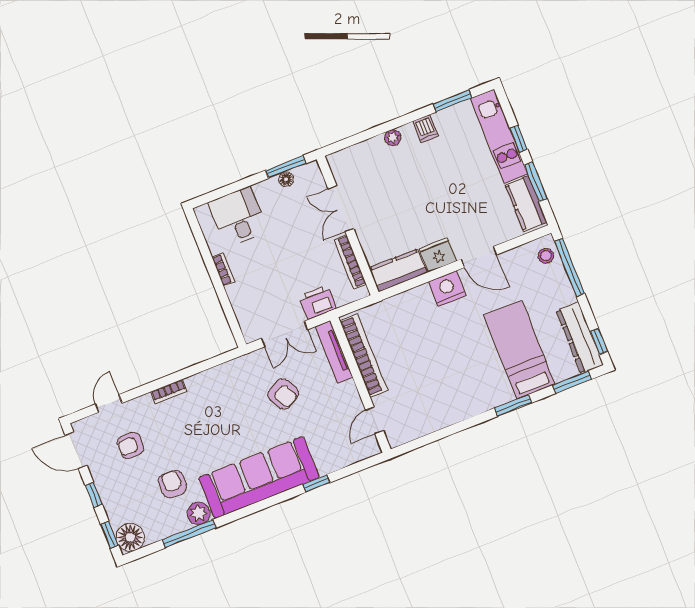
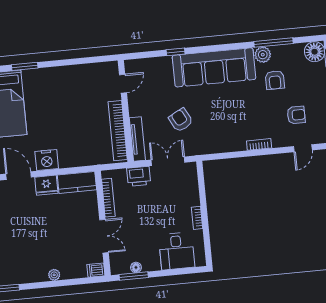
dishwasher: (425, 129) -> (96, 270), moved, turned -90

